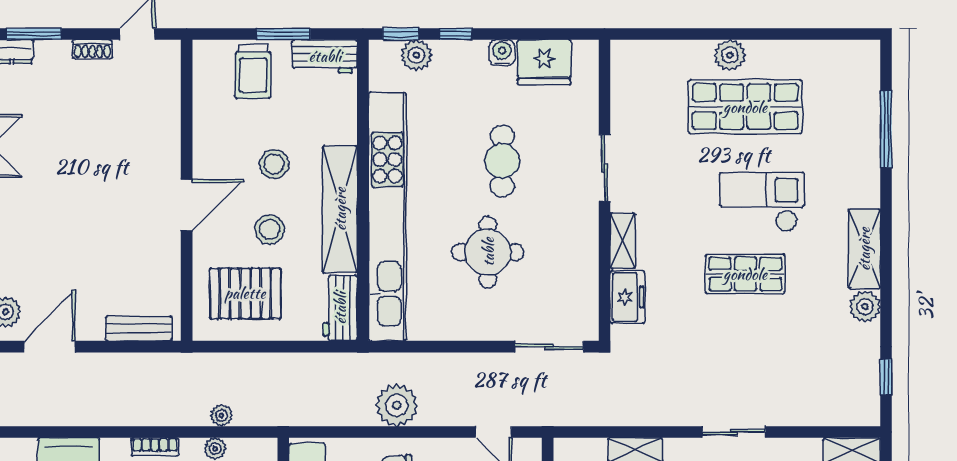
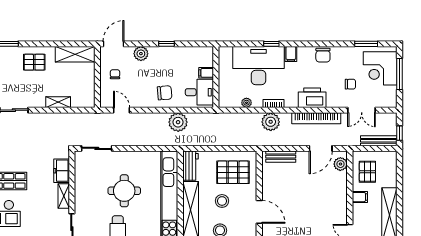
door: (187, 205) -> (259, 212), swing flipped
plant: (397, 405) -> (178, 122), moved
bookcase: (59, 414) -> (316, 118), added
plant: (221, 416) -> (271, 122), moved, width x1.88, depth x1.88

